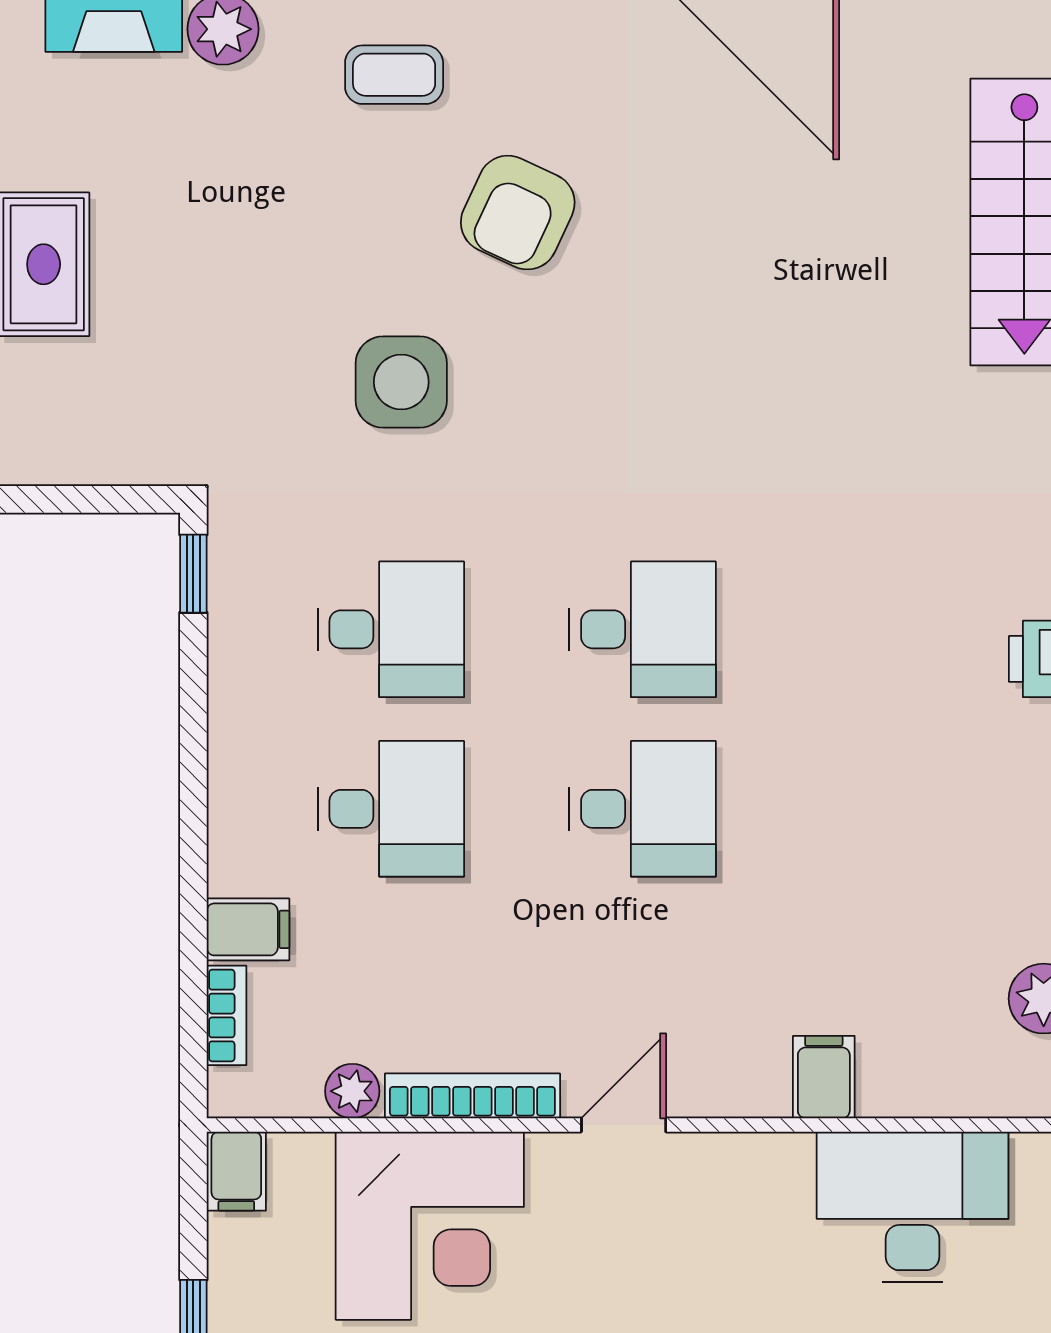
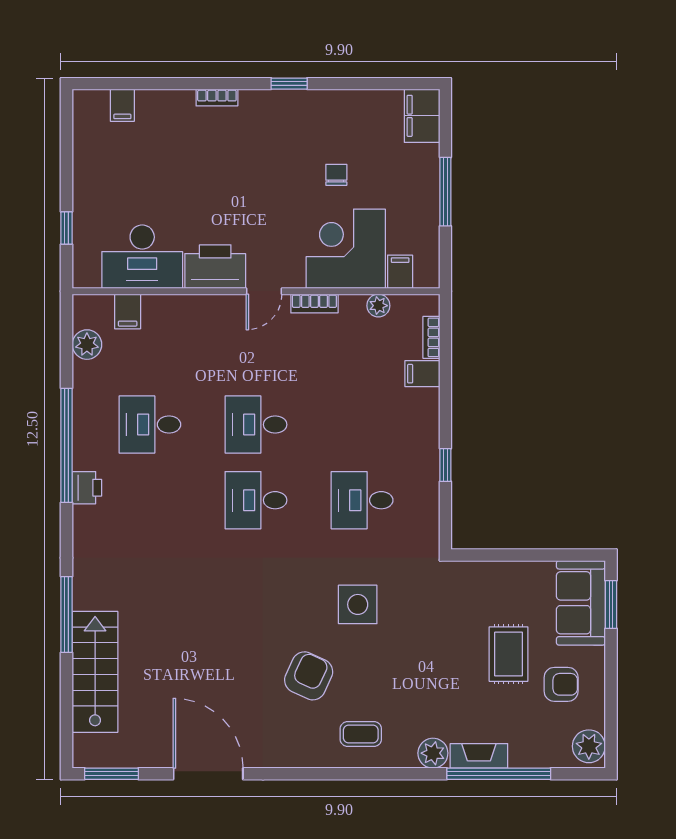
window: (193, 574) -> (445, 465), moved
desk: (391, 809) -> (150, 425), moved
filing cabinet: (824, 1077) -> (128, 311), moved
bookcase: (472, 1096) -> (314, 303), width x0.64
filing cabinet: (236, 1171) -> (400, 272), moved
printer: (739, 1183) -> (215, 267), added

